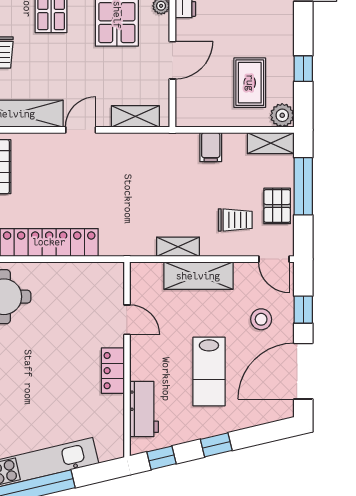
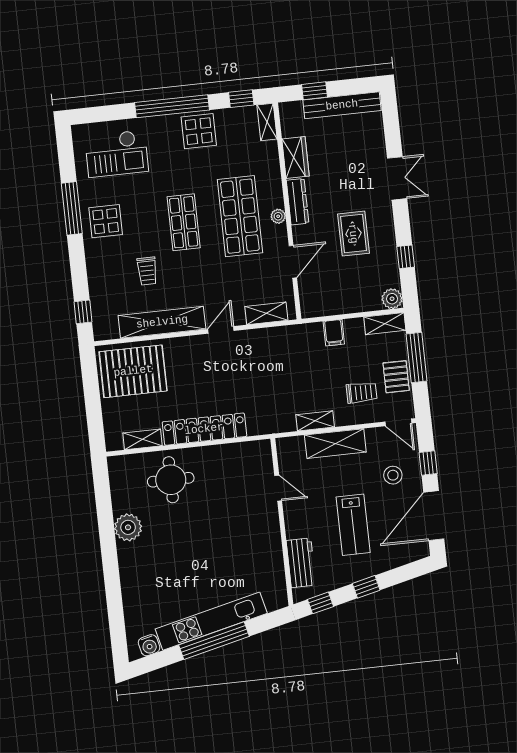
rug: (250, 83) -> (353, 234), moved
locker: (113, 371) -> (271, 533), removed

